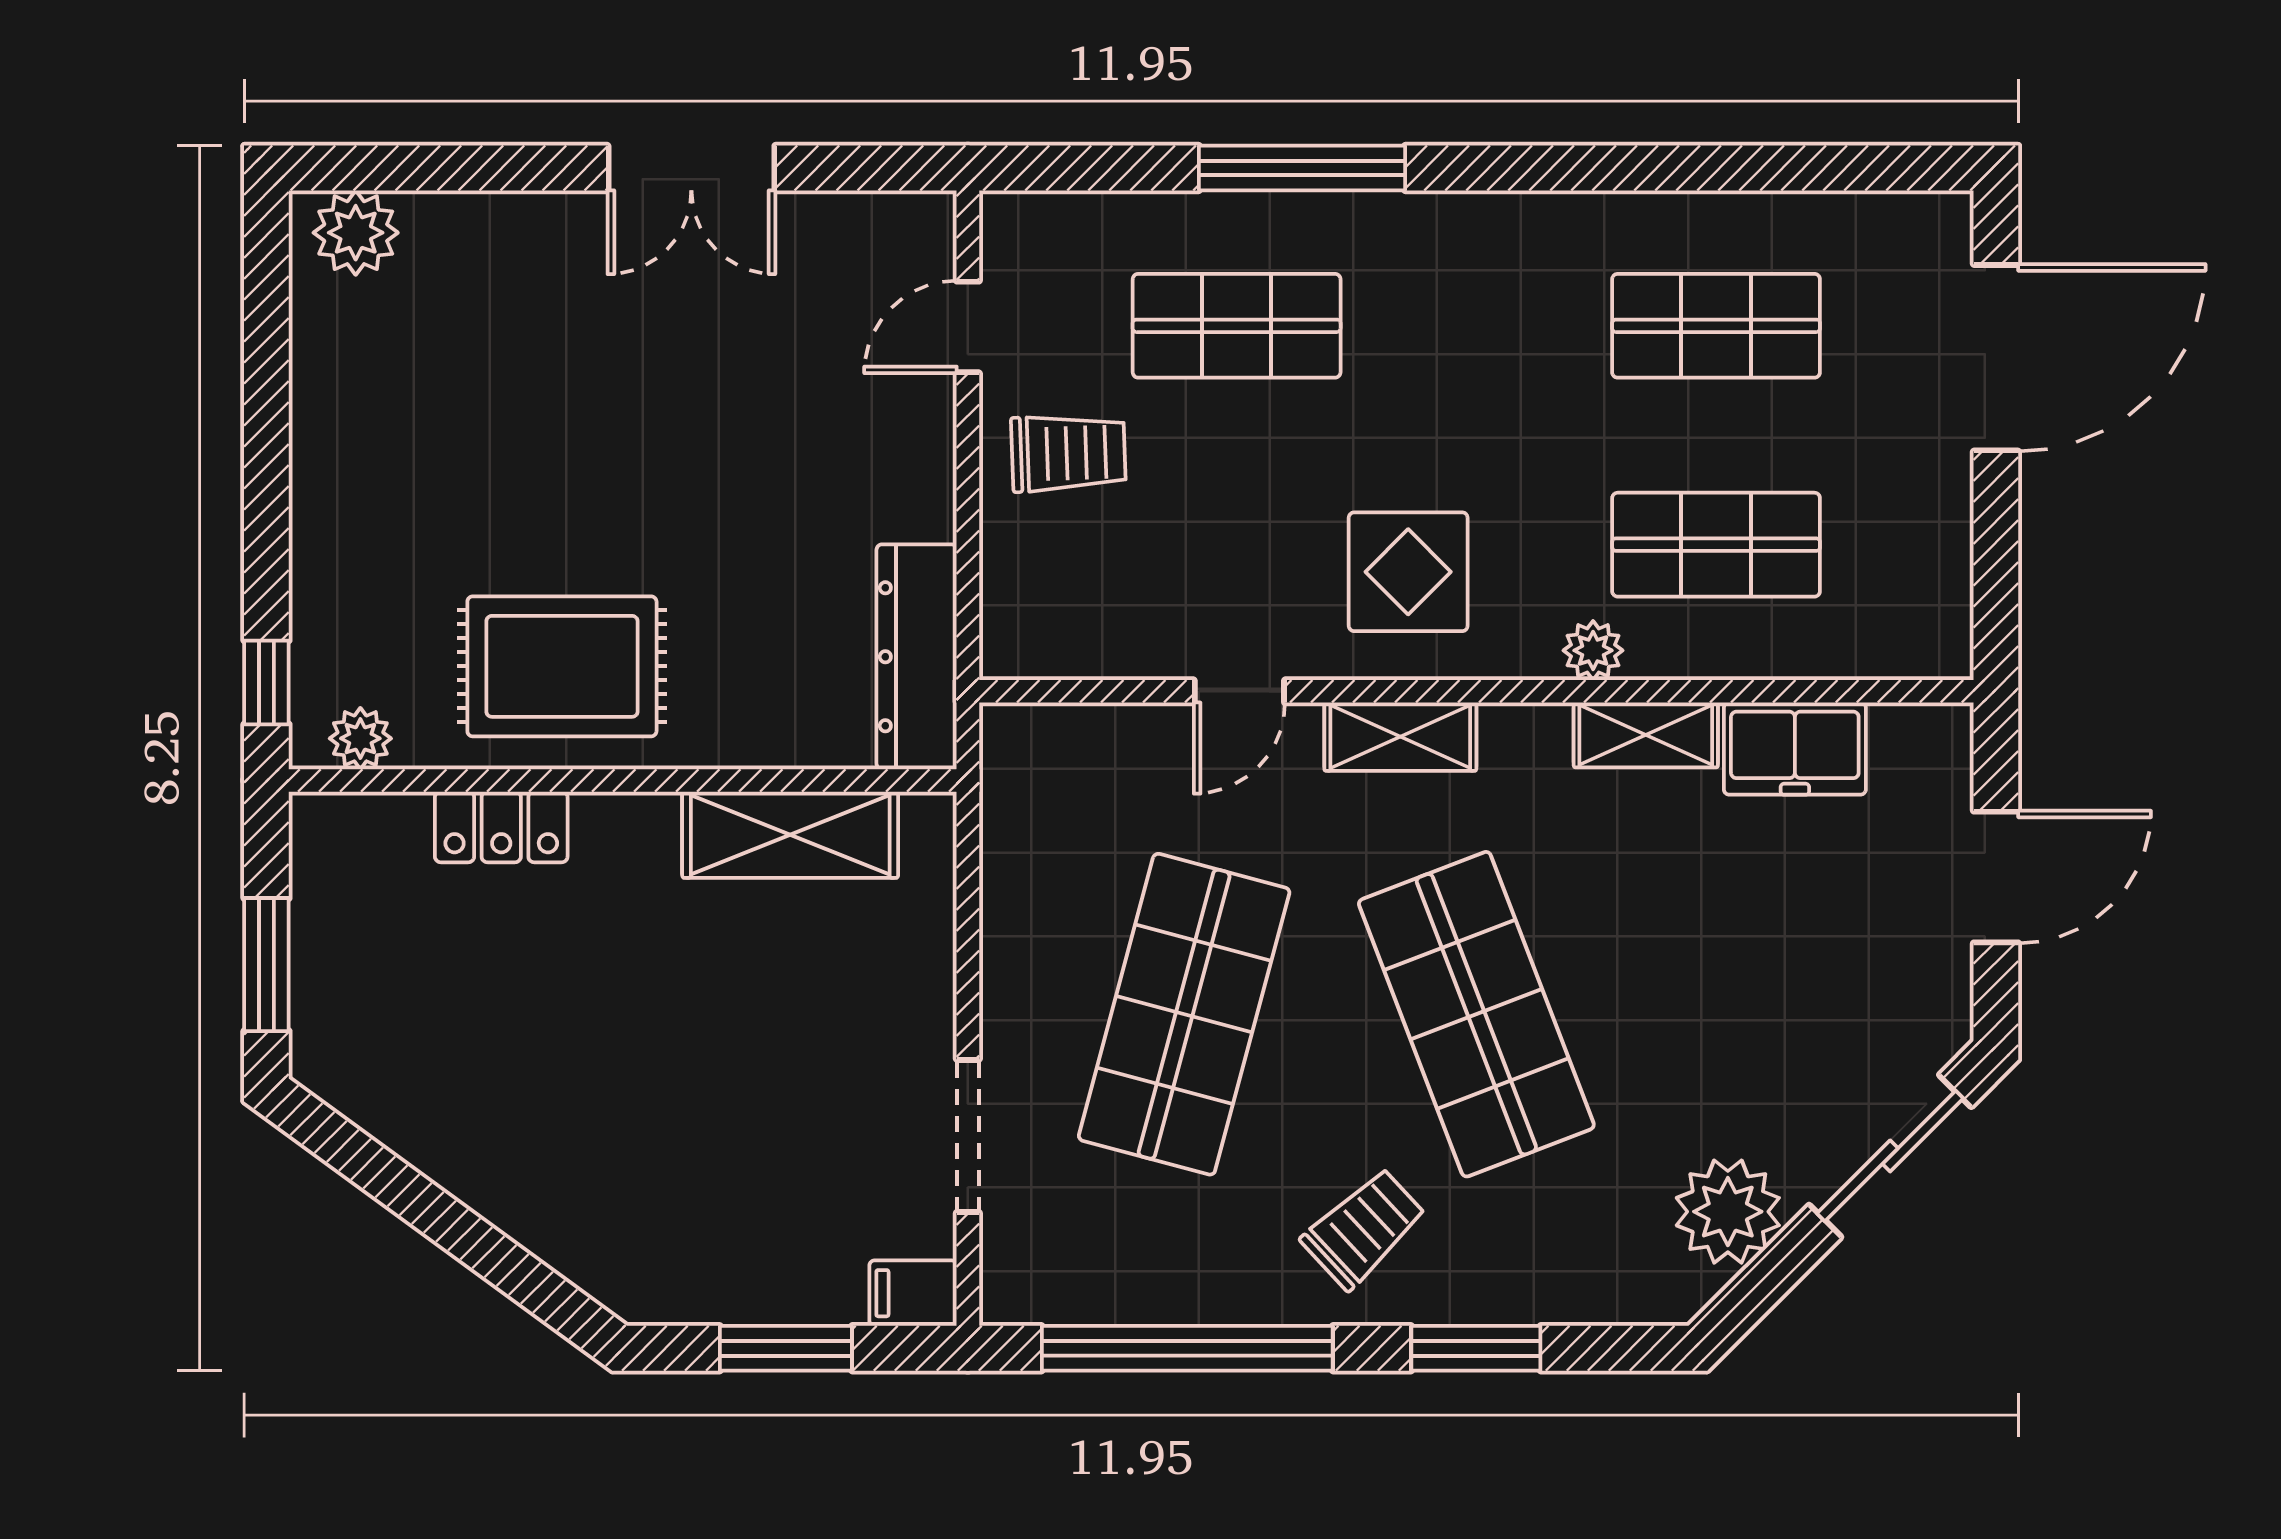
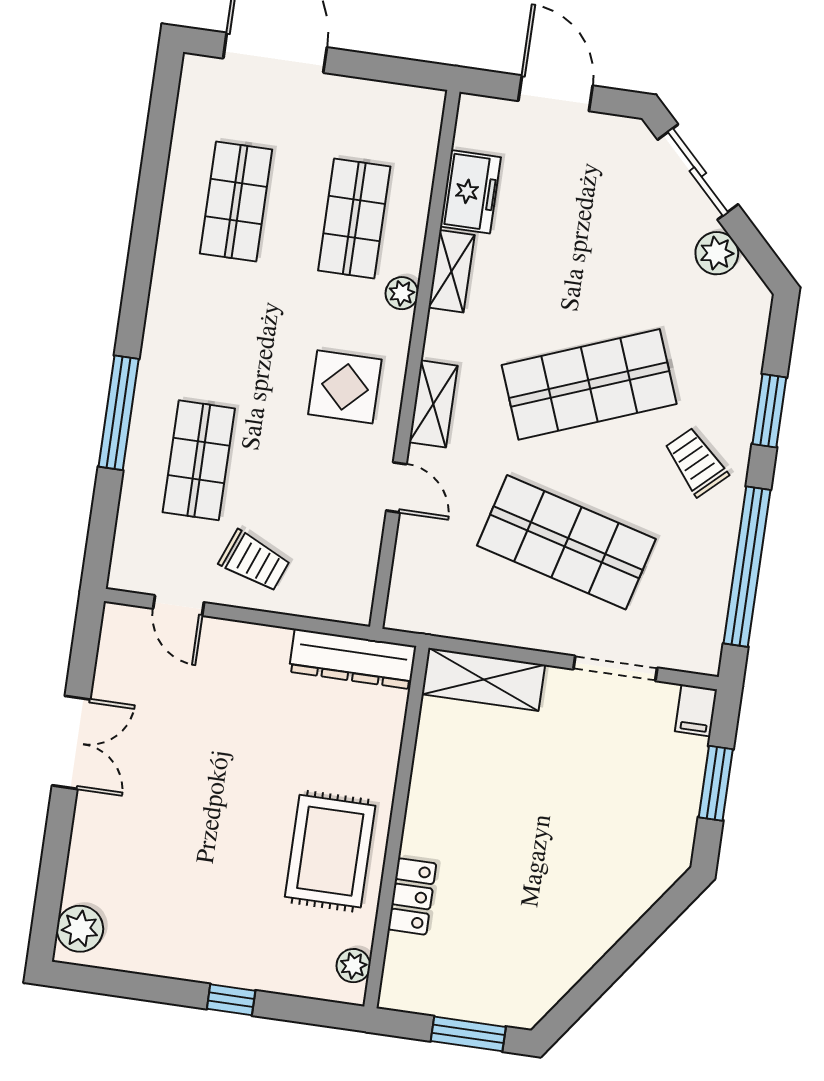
trolley: (1068, 453) -> (254, 561), turned 113
window: (266, 682) -> (231, 1000), moved
shelving: (790, 835) -> (483, 679), moved, turned 90
plant: (1728, 1212) -> (717, 253), width x0.73, depth x0.73

